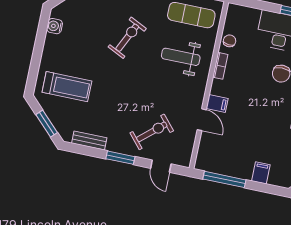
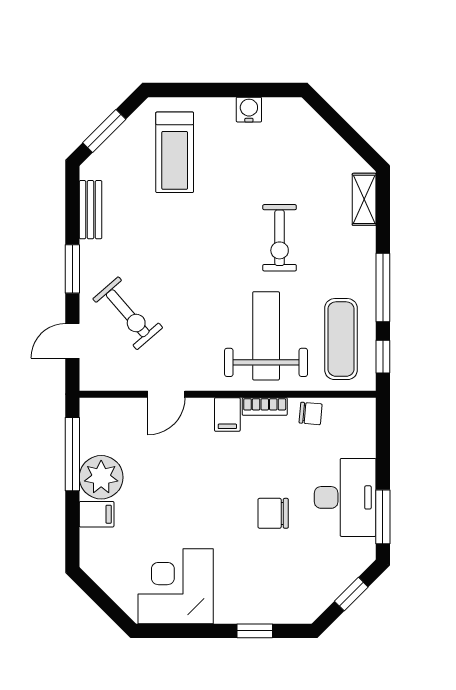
water cooler: (55, 26) -> (249, 110), moved
exercise bike: (127, 38) -> (280, 238), turned 64
weight bench: (181, 57) -> (266, 336), width x1.36, depth x1.33
filing cabinet: (217, 104) -> (227, 414), moved
plant: (241, 166) -> (101, 477), added

